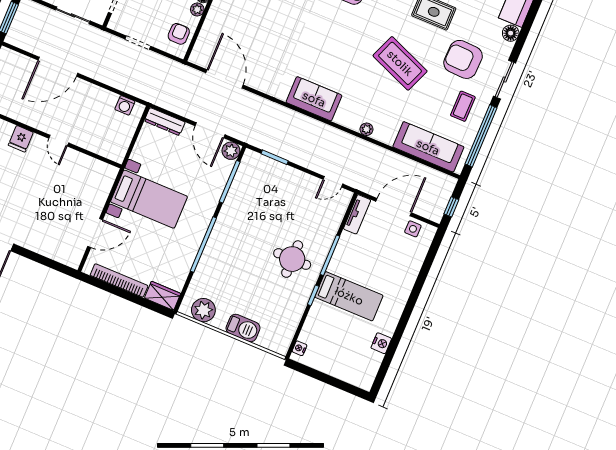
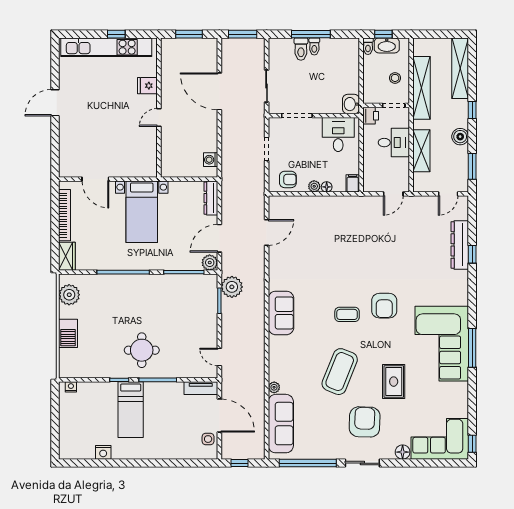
door: (224, 79) -> (267, 232), width x0.73
coffee table: (463, 106) -> (347, 314), moved
plant: (367, 129) -> (274, 387), moved
plant: (266, 138) -> (232, 287), added

